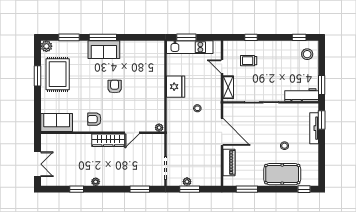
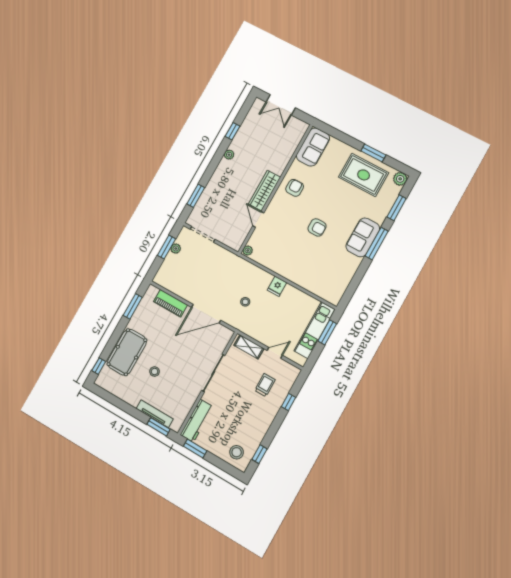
fridge: (176, 87) -> (277, 286), width x0.53, depth x0.75

